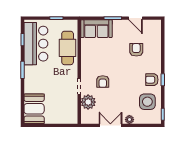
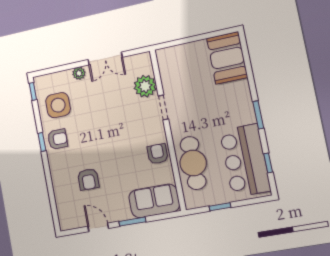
armchair: (103, 82) -> (158, 154), moved

